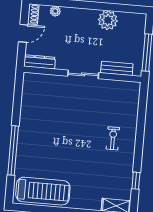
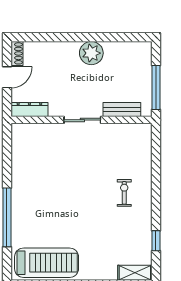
plant: (55, 11) -> (43, 48), removed
plant: (108, 20) -> (91, 53), moved

